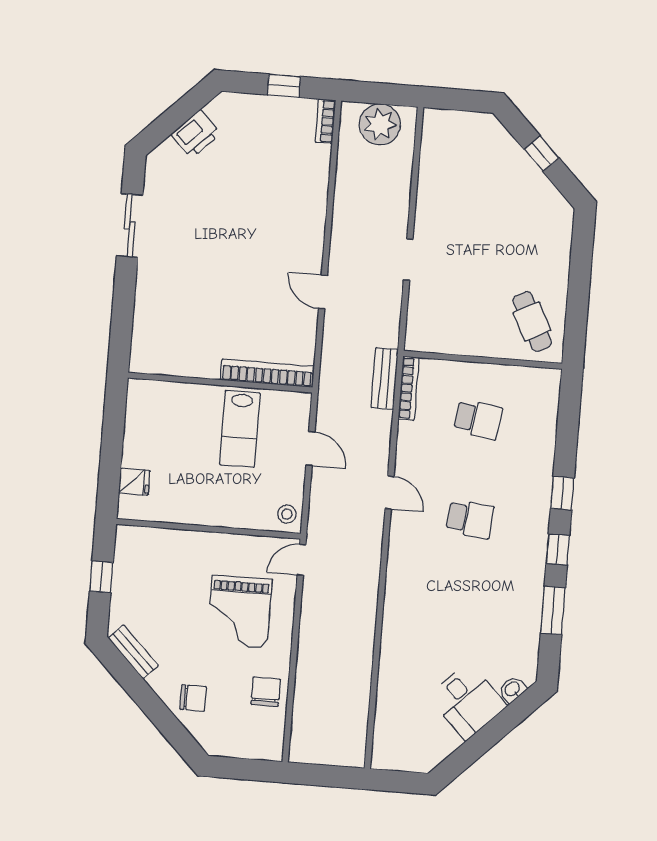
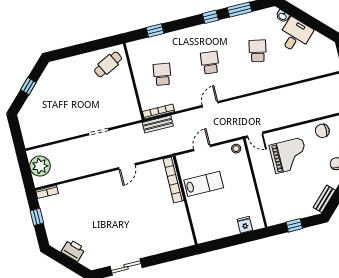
window: (562, 493) -> (155, 31), moved
school desk: (462, 619) -> (258, 51), added

